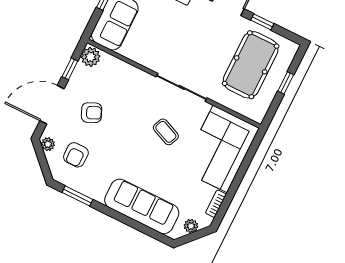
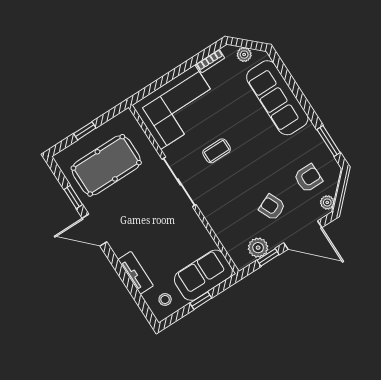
plant: (91, 57) -> (258, 248), moved
coffee table: (166, 132) -> (217, 151), turned 67

